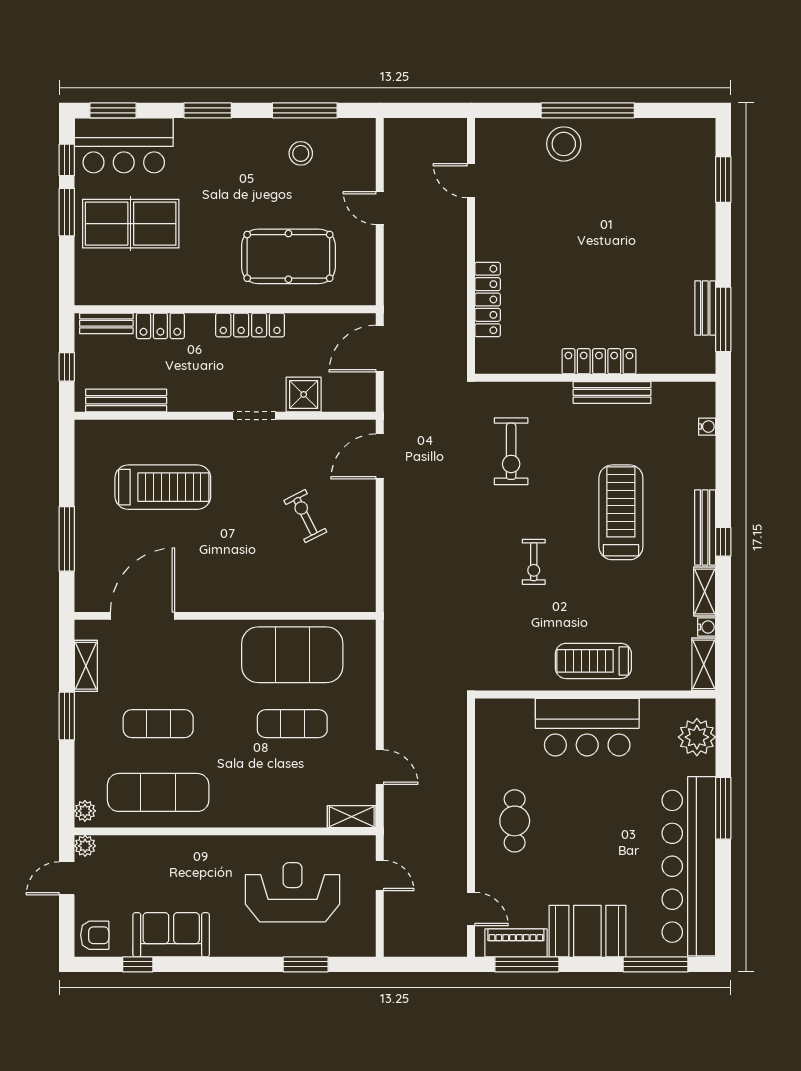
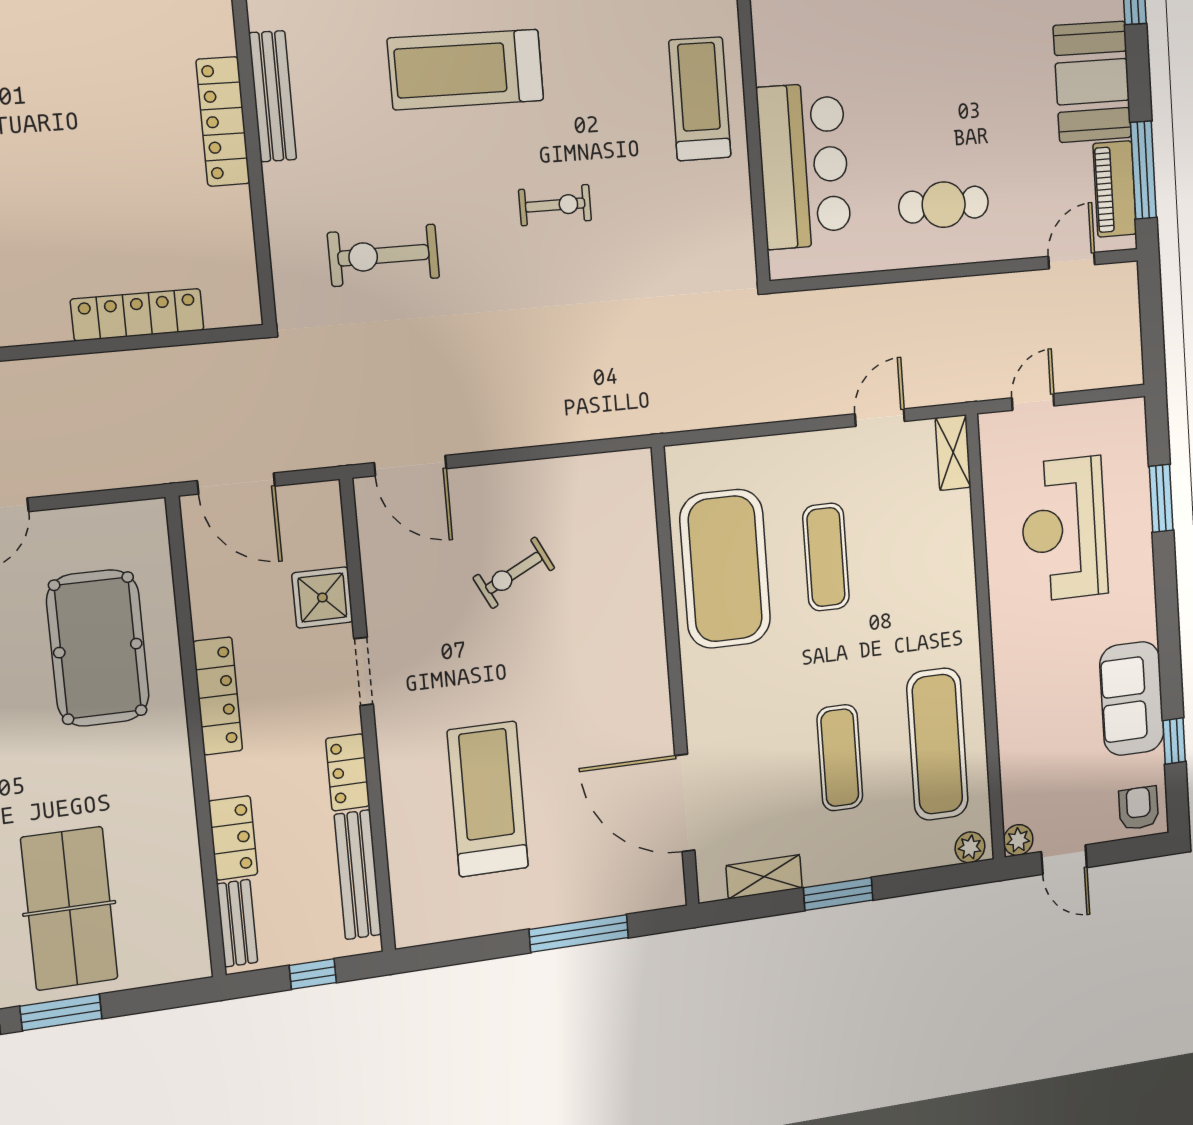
locker: (192, 400) -> (348, 772), added
exercise bike: (511, 451) -> (384, 255), turned 180
treadmill: (593, 661) -> (700, 99), turned 180
bar counter: (587, 727) -> (804, 166), moved

